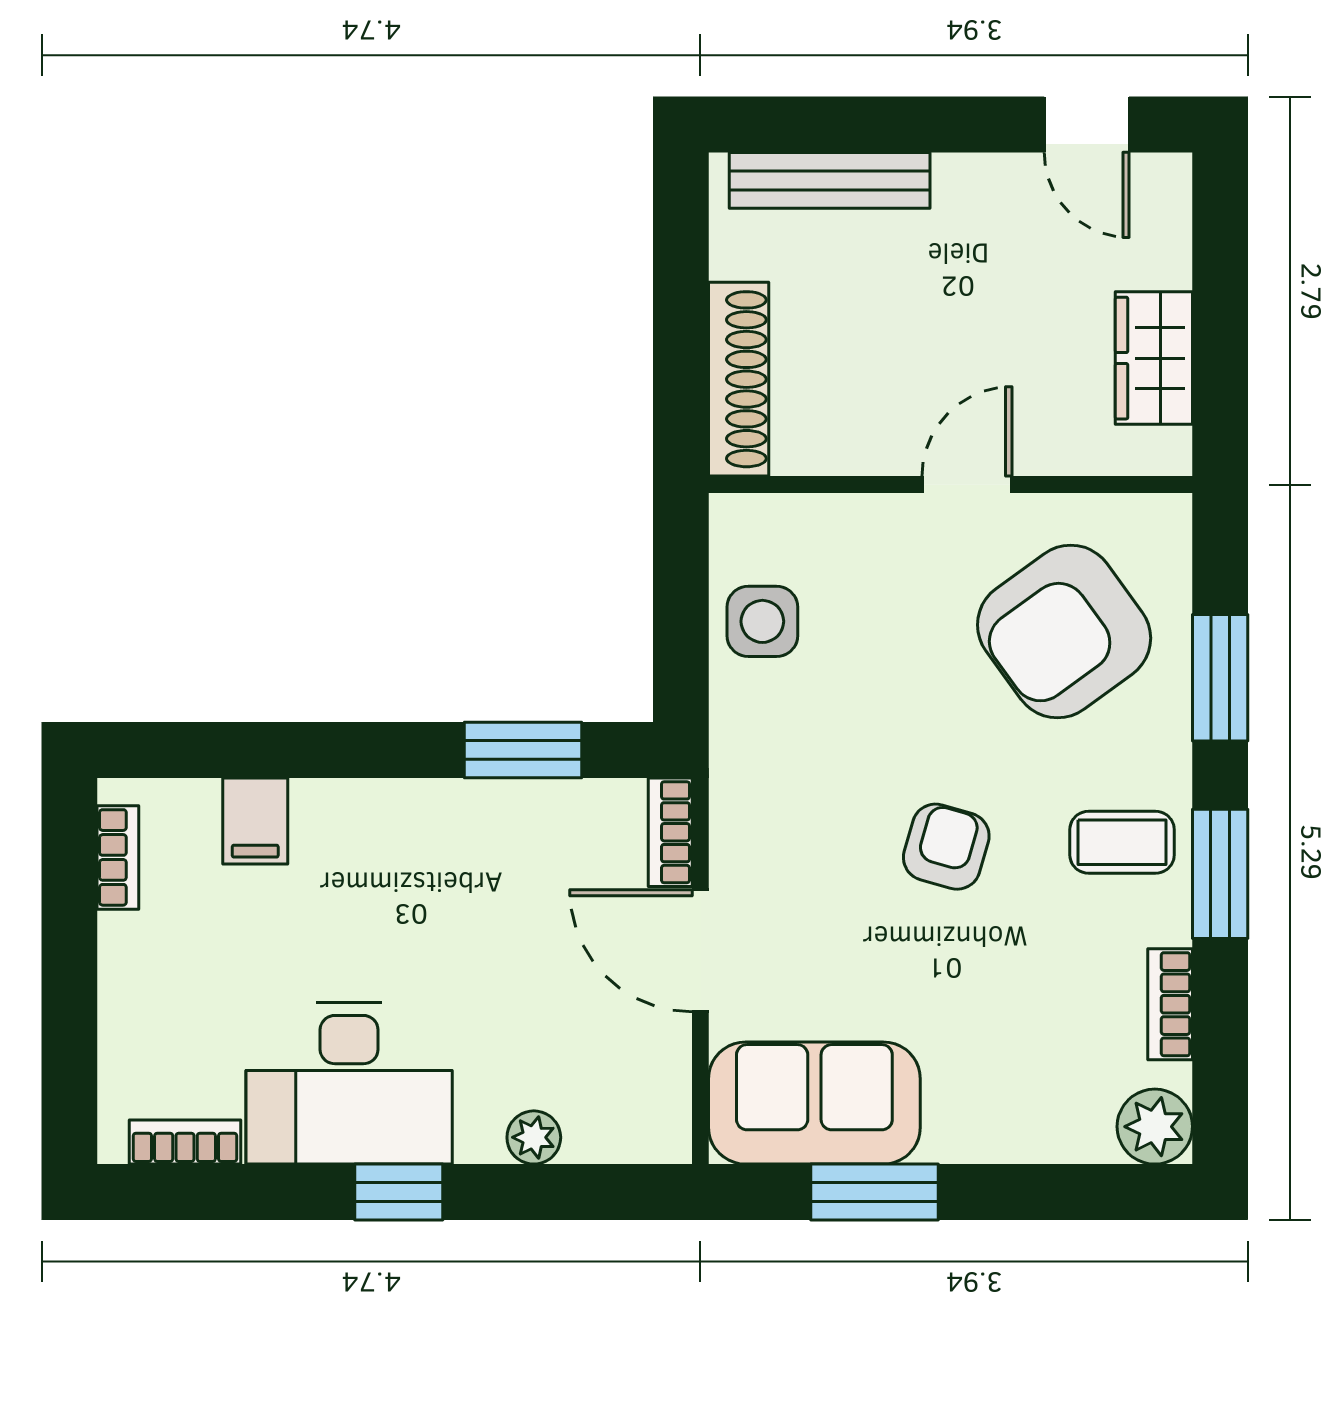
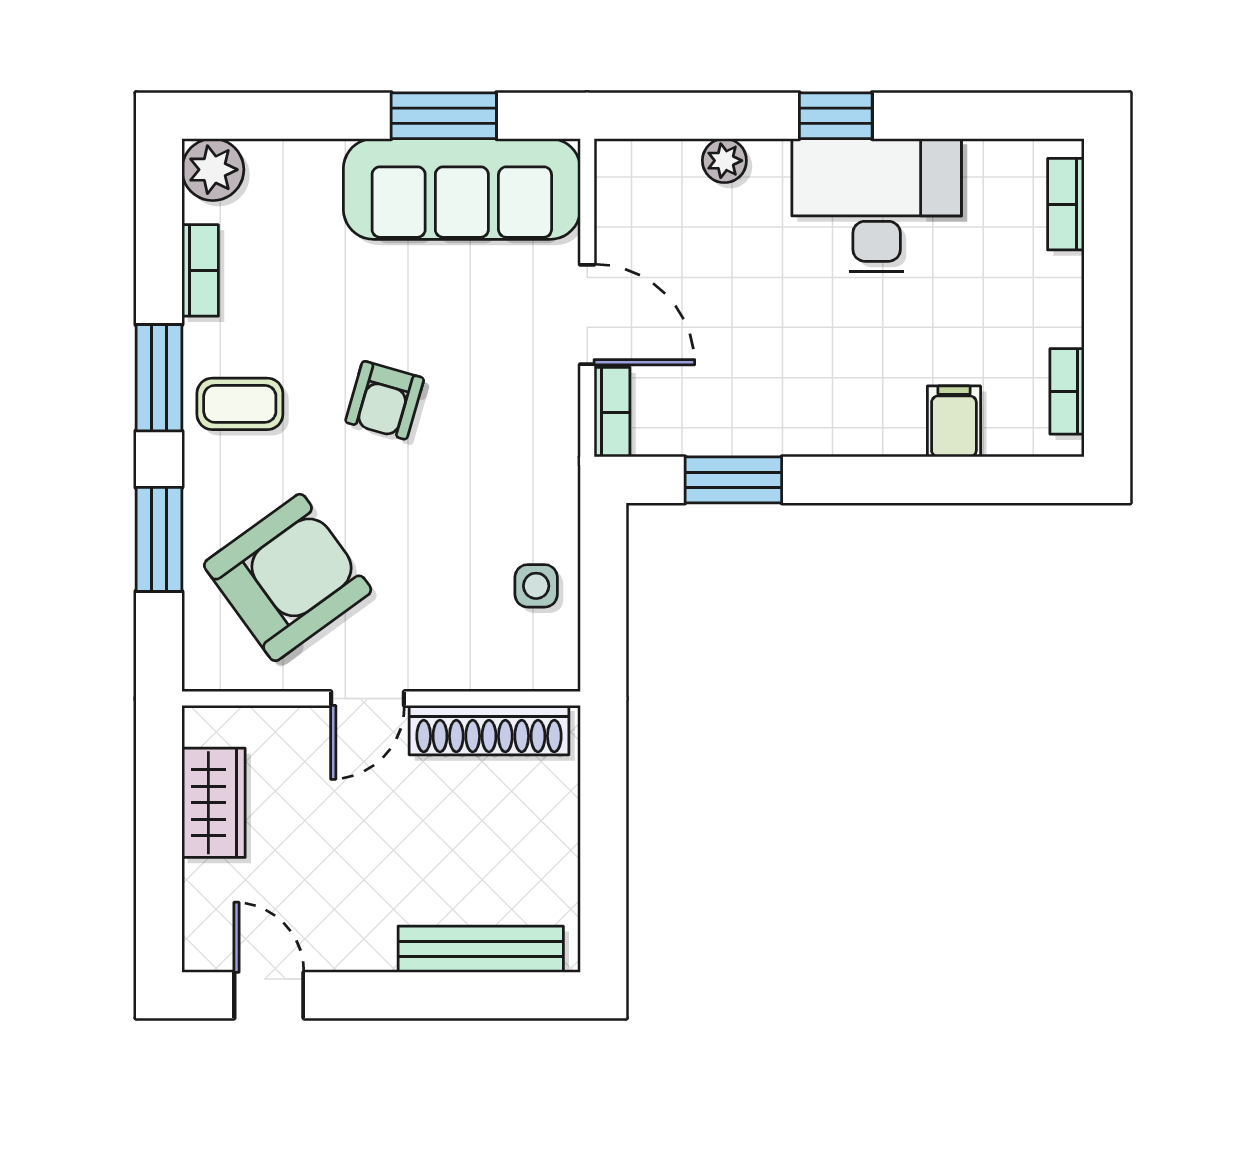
shoe rack: (739, 379) -> (489, 730), moved, turned -90
side table: (762, 621) -> (536, 586), width x0.73, depth x0.73
sofa: (814, 1103) -> (462, 189), width x1.36
bookcase: (185, 1142) -> (1066, 204), moved, turned 90

